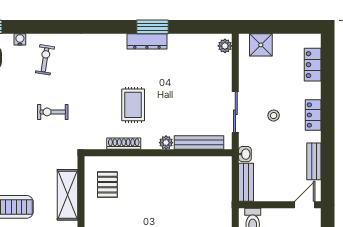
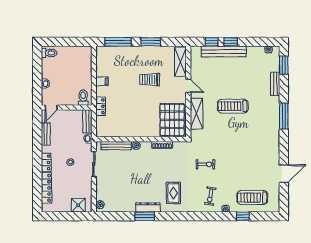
locker: (313, 65) -> (47, 188), width x1.53
rug: (133, 105) -> (173, 193), moved
pallet: (107, 185) -> (172, 120), width x2.05, depth x2.00
locker: (224, 207) -> (101, 106), added

